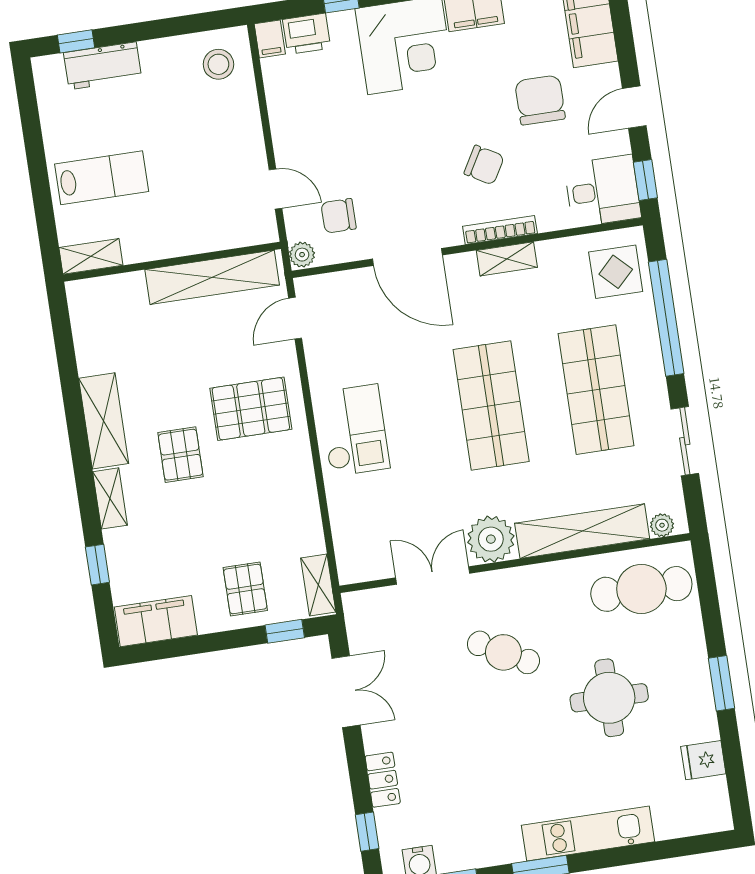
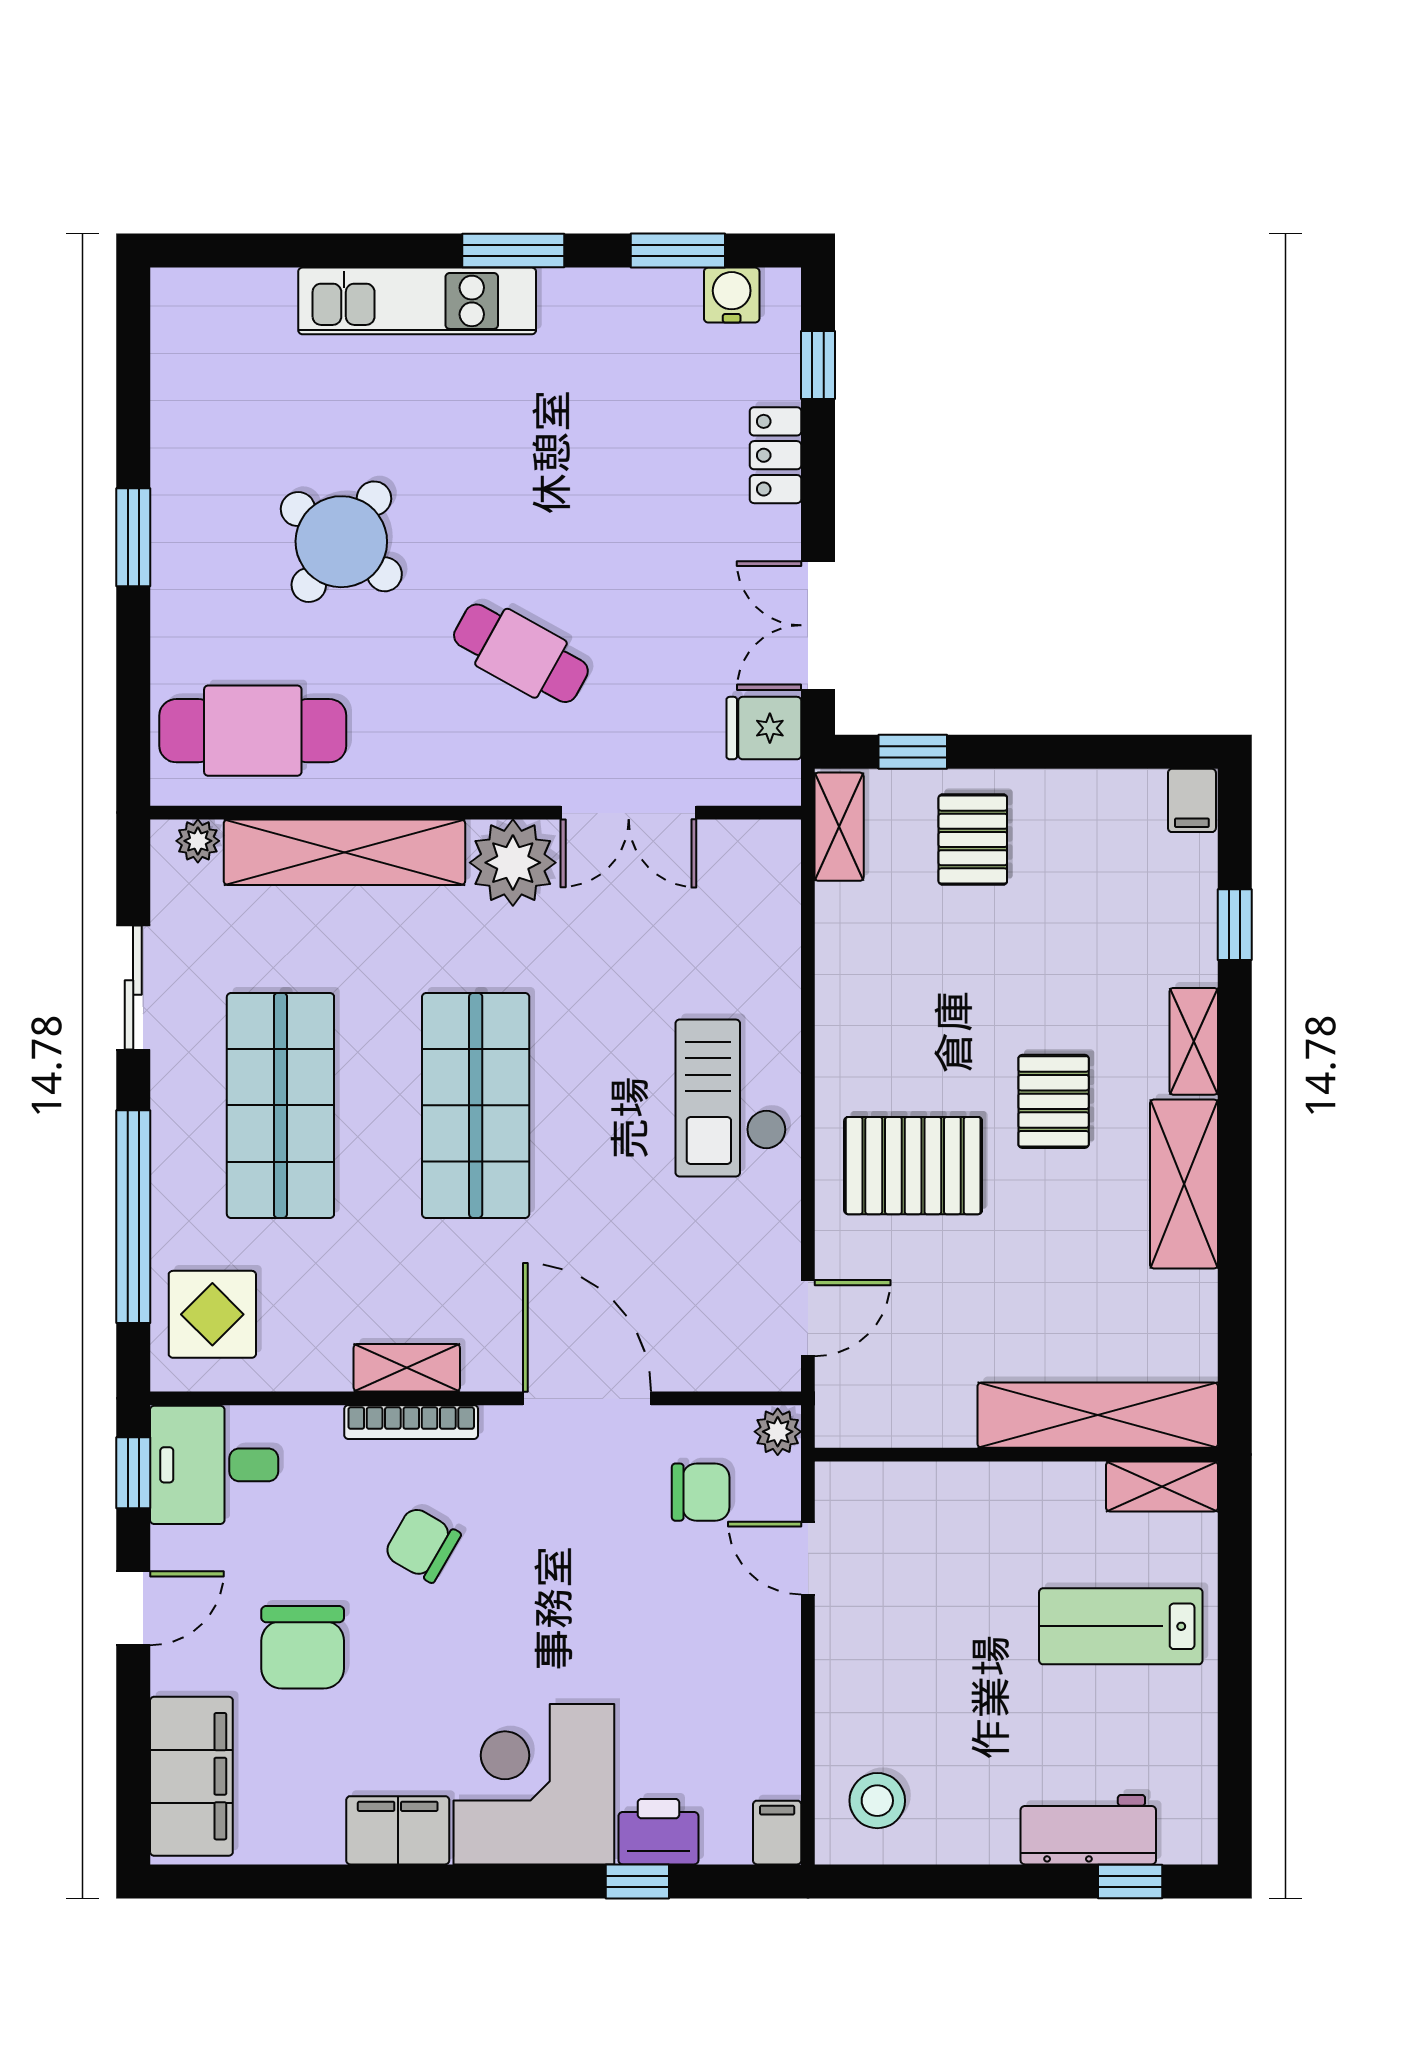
printer: (307, 34) -> (658, 1832), moved
shelving: (212, 277) -> (1098, 1415), moved
filing cabinet: (156, 621) -> (1192, 800), width x0.33, depth x0.86
round table: (609, 698) -> (341, 542), turned 37
fridge: (703, 760) -> (764, 728), moved, turned 180

